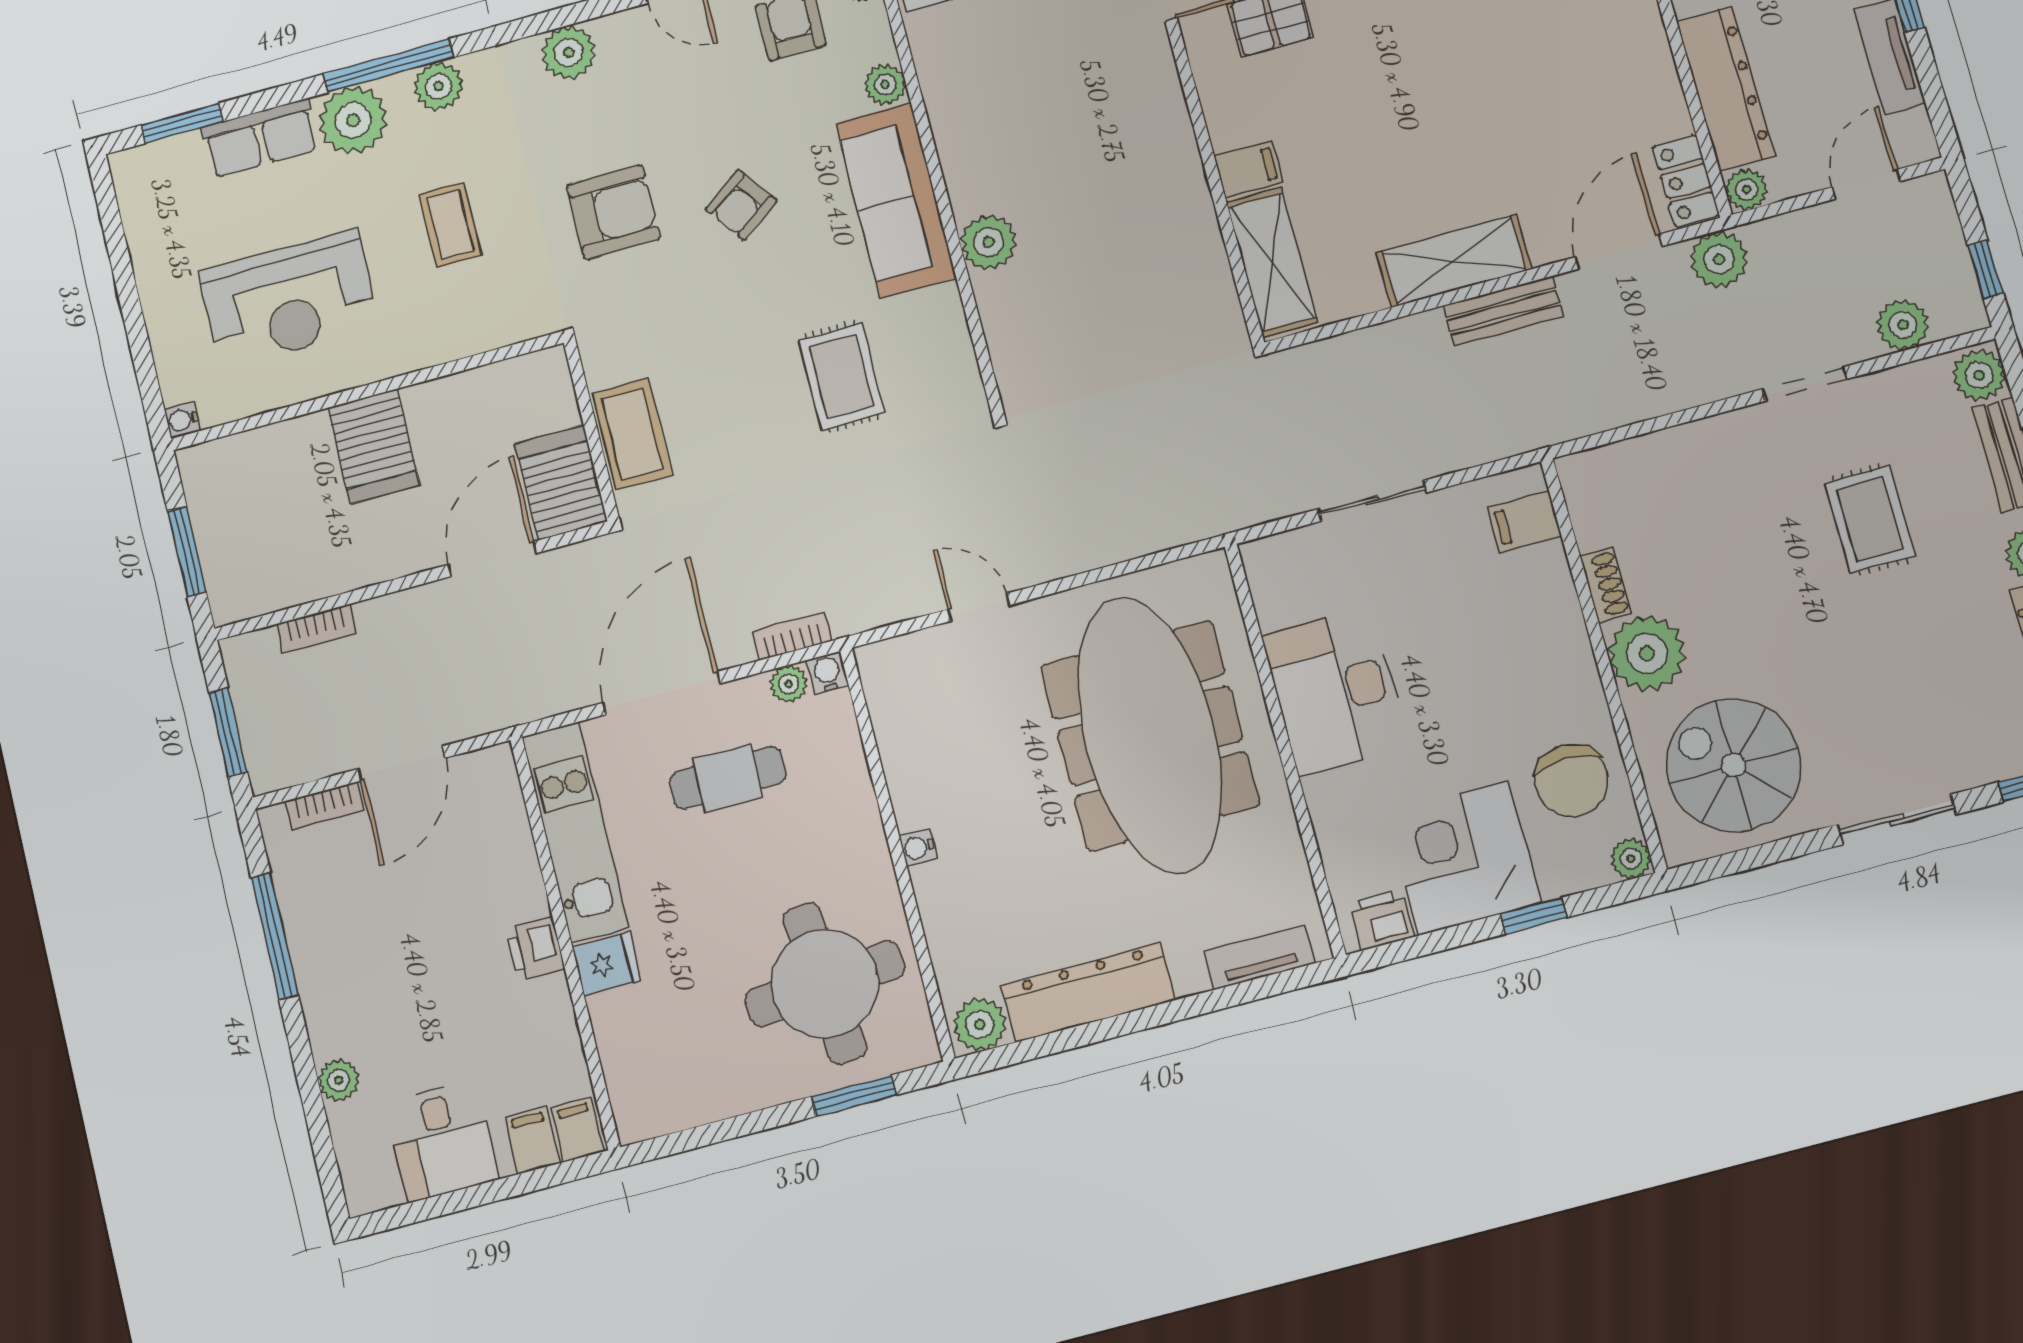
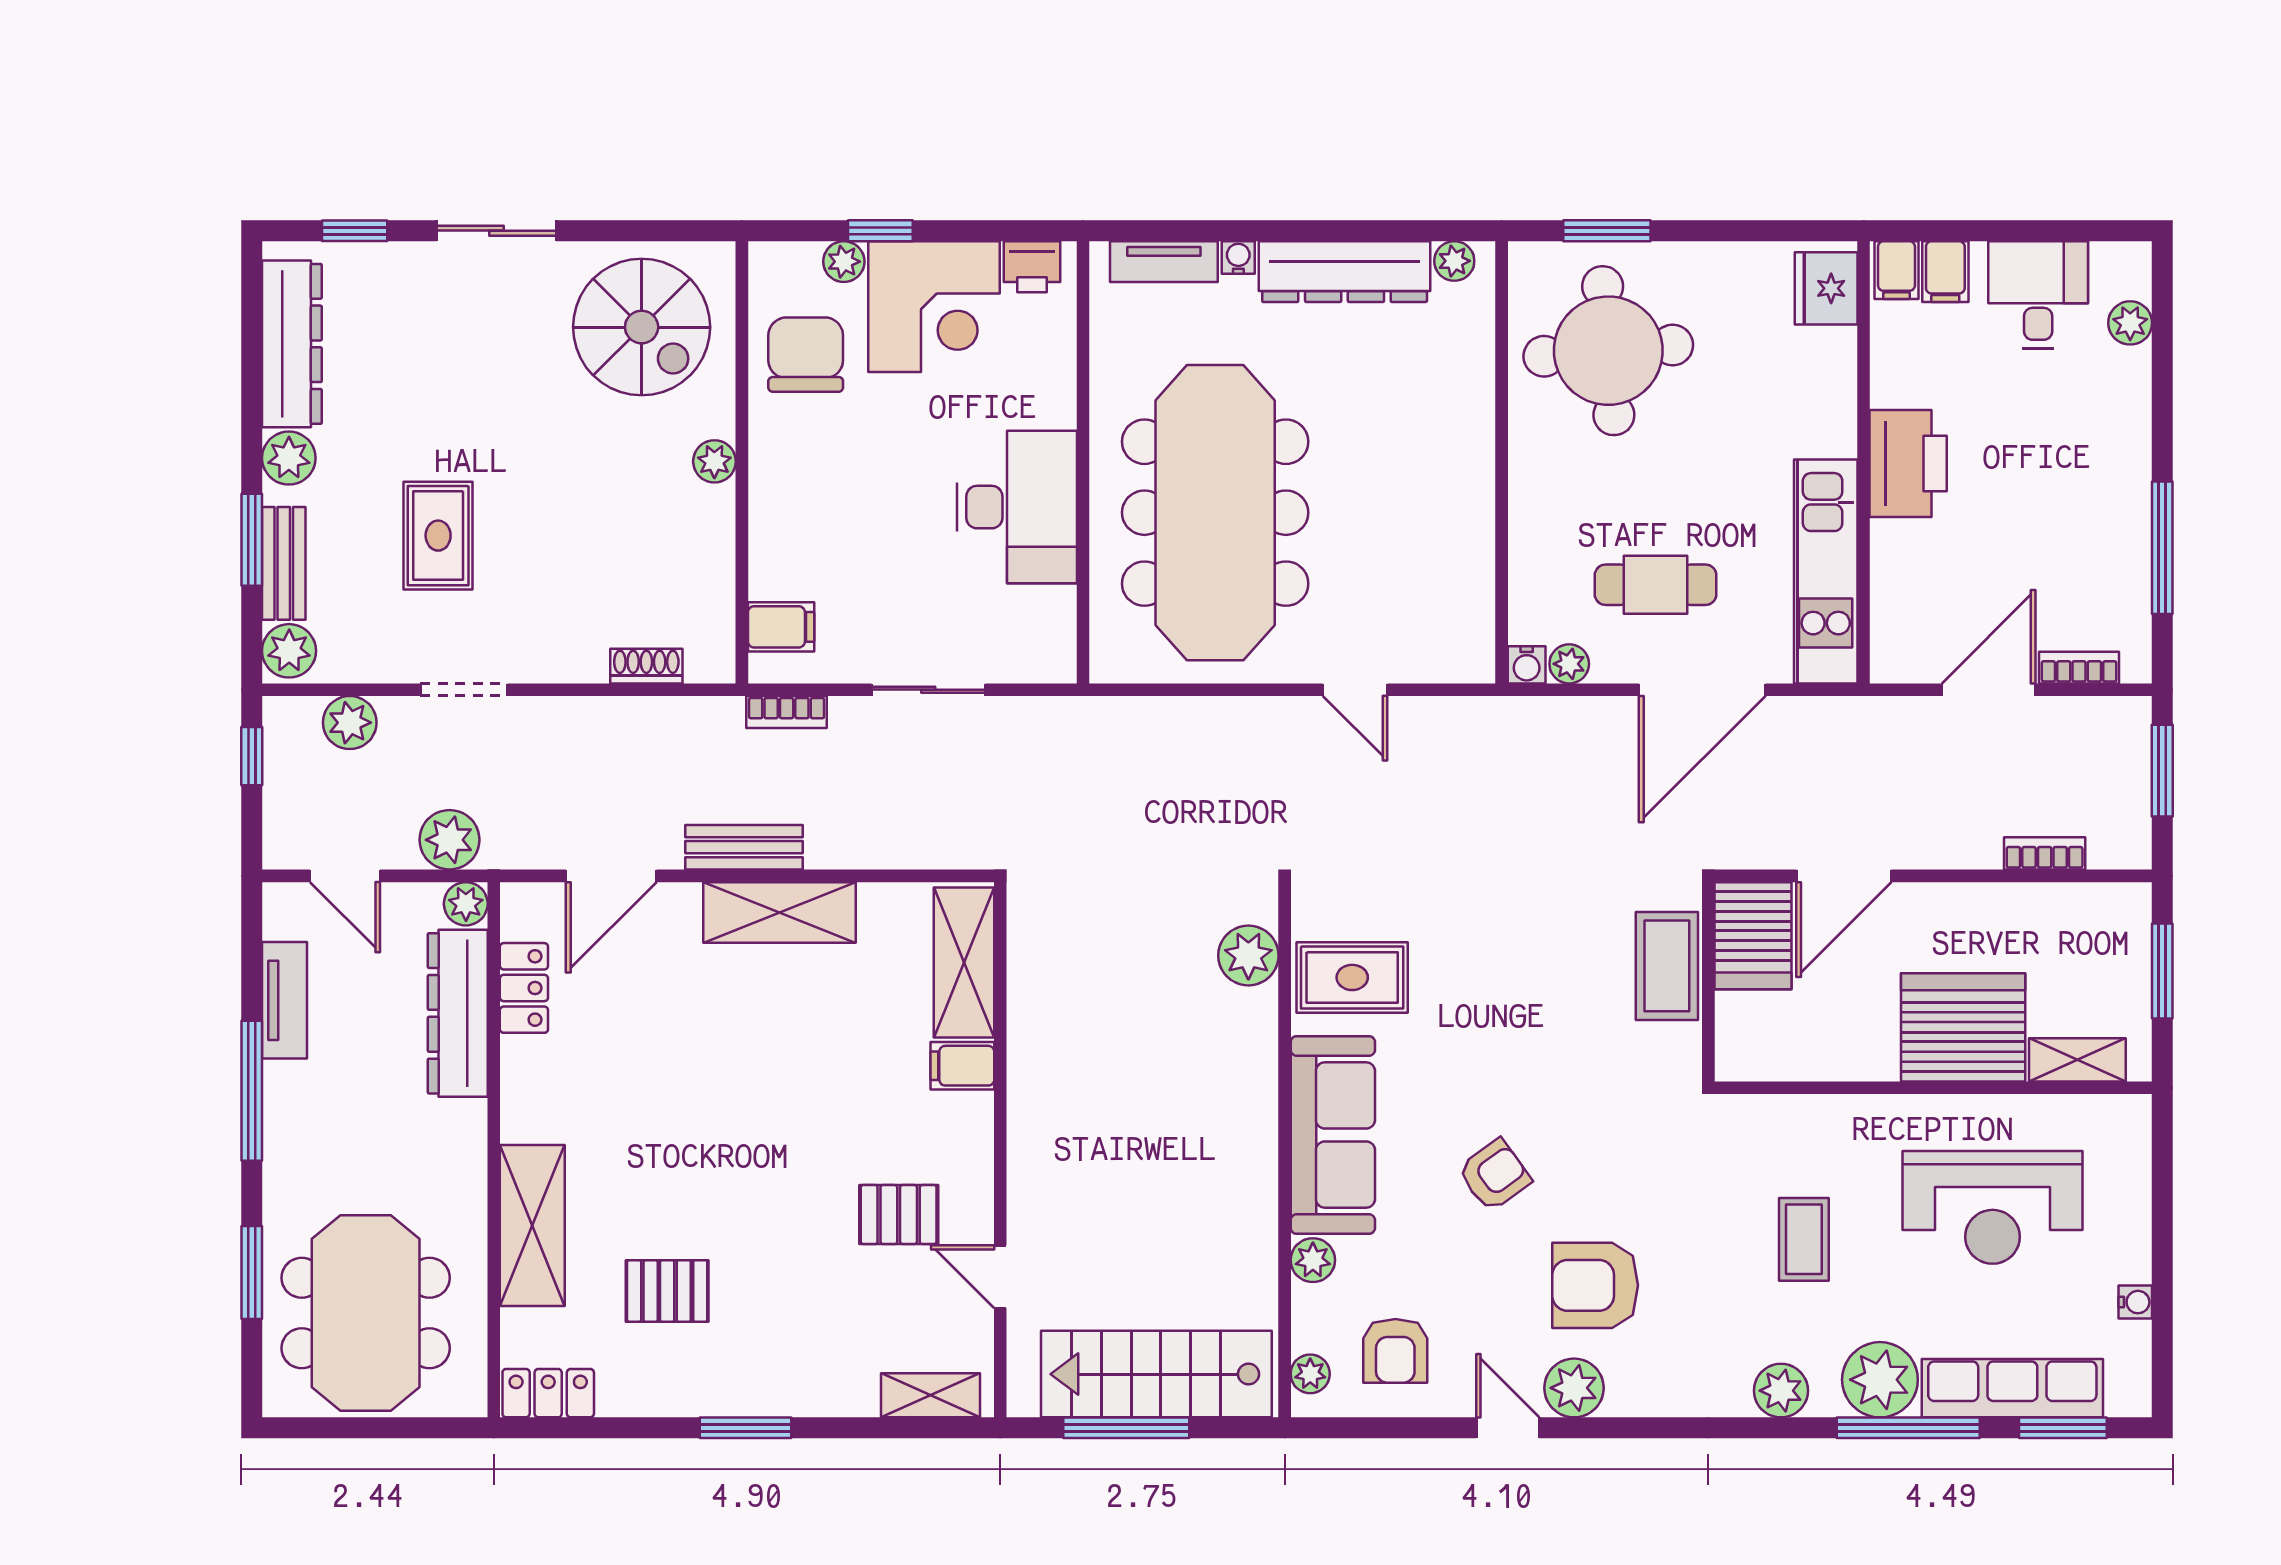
plant: (569, 53) -> (1574, 1388), moved
window: (388, 66) -> (1908, 1428), moved
row of seats: (260, 138) -> (2012, 1388), width x1.48
locker: (1686, 181) -> (524, 988), moved
door: (1866, 184) -> (345, 876), hinge flipped
armchair: (614, 212) -> (1595, 1285), moved
plant: (988, 242) -> (1248, 956), moved
plant: (1719, 260) -> (449, 840), moved
reception desk: (289, 299) -> (1993, 1207), turned 180
rug: (842, 376) -> (1352, 977), moved, turned 90
water cooler: (182, 420) -> (2135, 1302), moved
server rack: (374, 446) -> (1963, 1027), width x1.60
shelving: (244, 451) -> (2077, 1060), added
shoe rack: (1605, 585) -> (646, 666), moved, turned 90
bookcase: (792, 636) -> (787, 712), moved
plant: (1647, 653) -> (714, 461), width x0.53, depth x0.53
water cooler: (918, 847) -> (1238, 257), moved, turned -90
plant: (1631, 859) -> (844, 262), moved
printer: (535, 949) -> (1908, 463), width x1.87, depth x1.48
fridge: (607, 964) -> (1826, 288), moved, width x1.38
plant: (980, 1025) -> (1454, 261), width x0.73, depth x0.73
plant: (339, 1080) -> (2130, 323), moved

